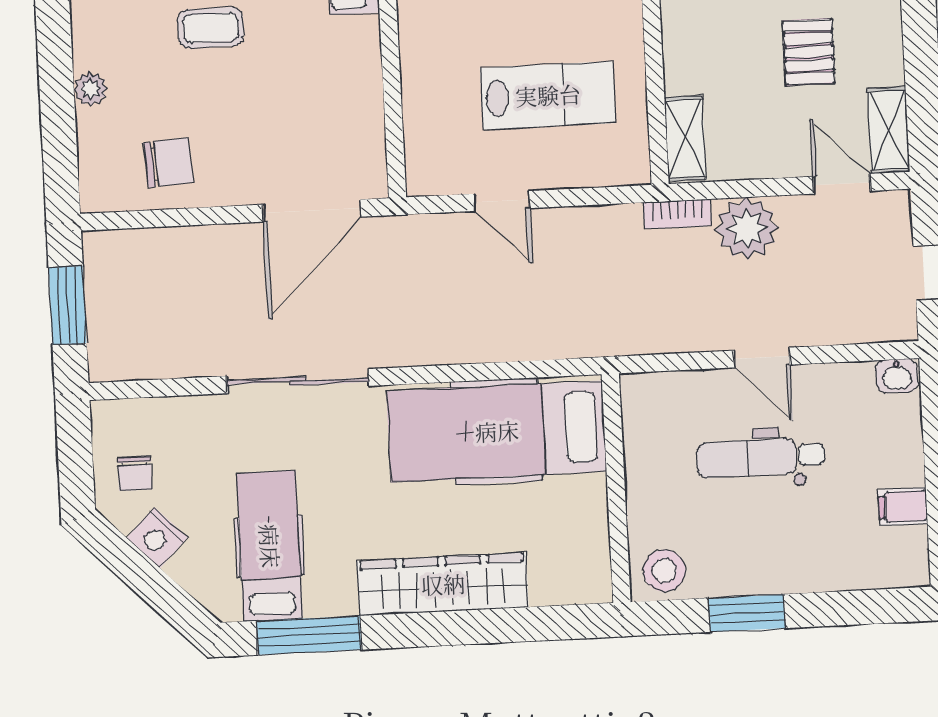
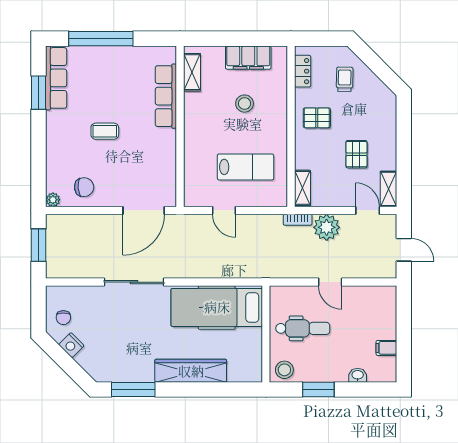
plant: (91, 89) -> (53, 200), moved
washbasin: (897, 376) -> (358, 375), moved, turned 180
dental chair: (760, 457) -> (303, 328), moved, turned 180
hospital bed: (270, 546) -> (119, 351), removed

